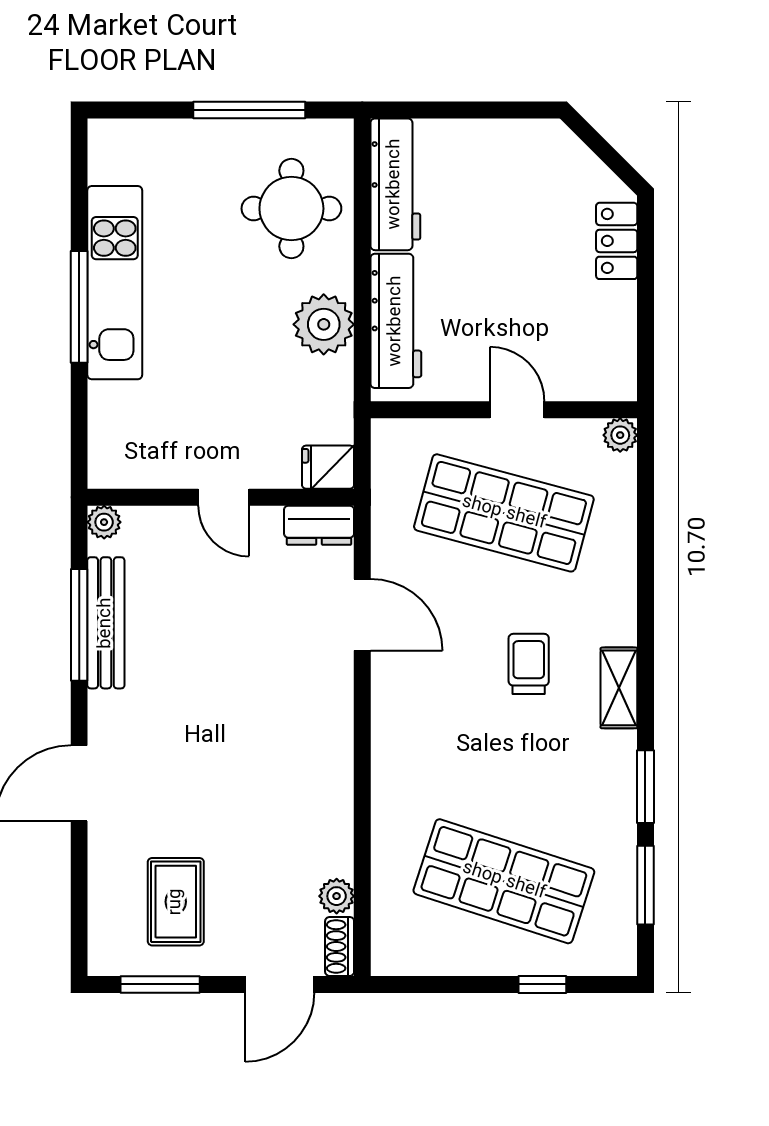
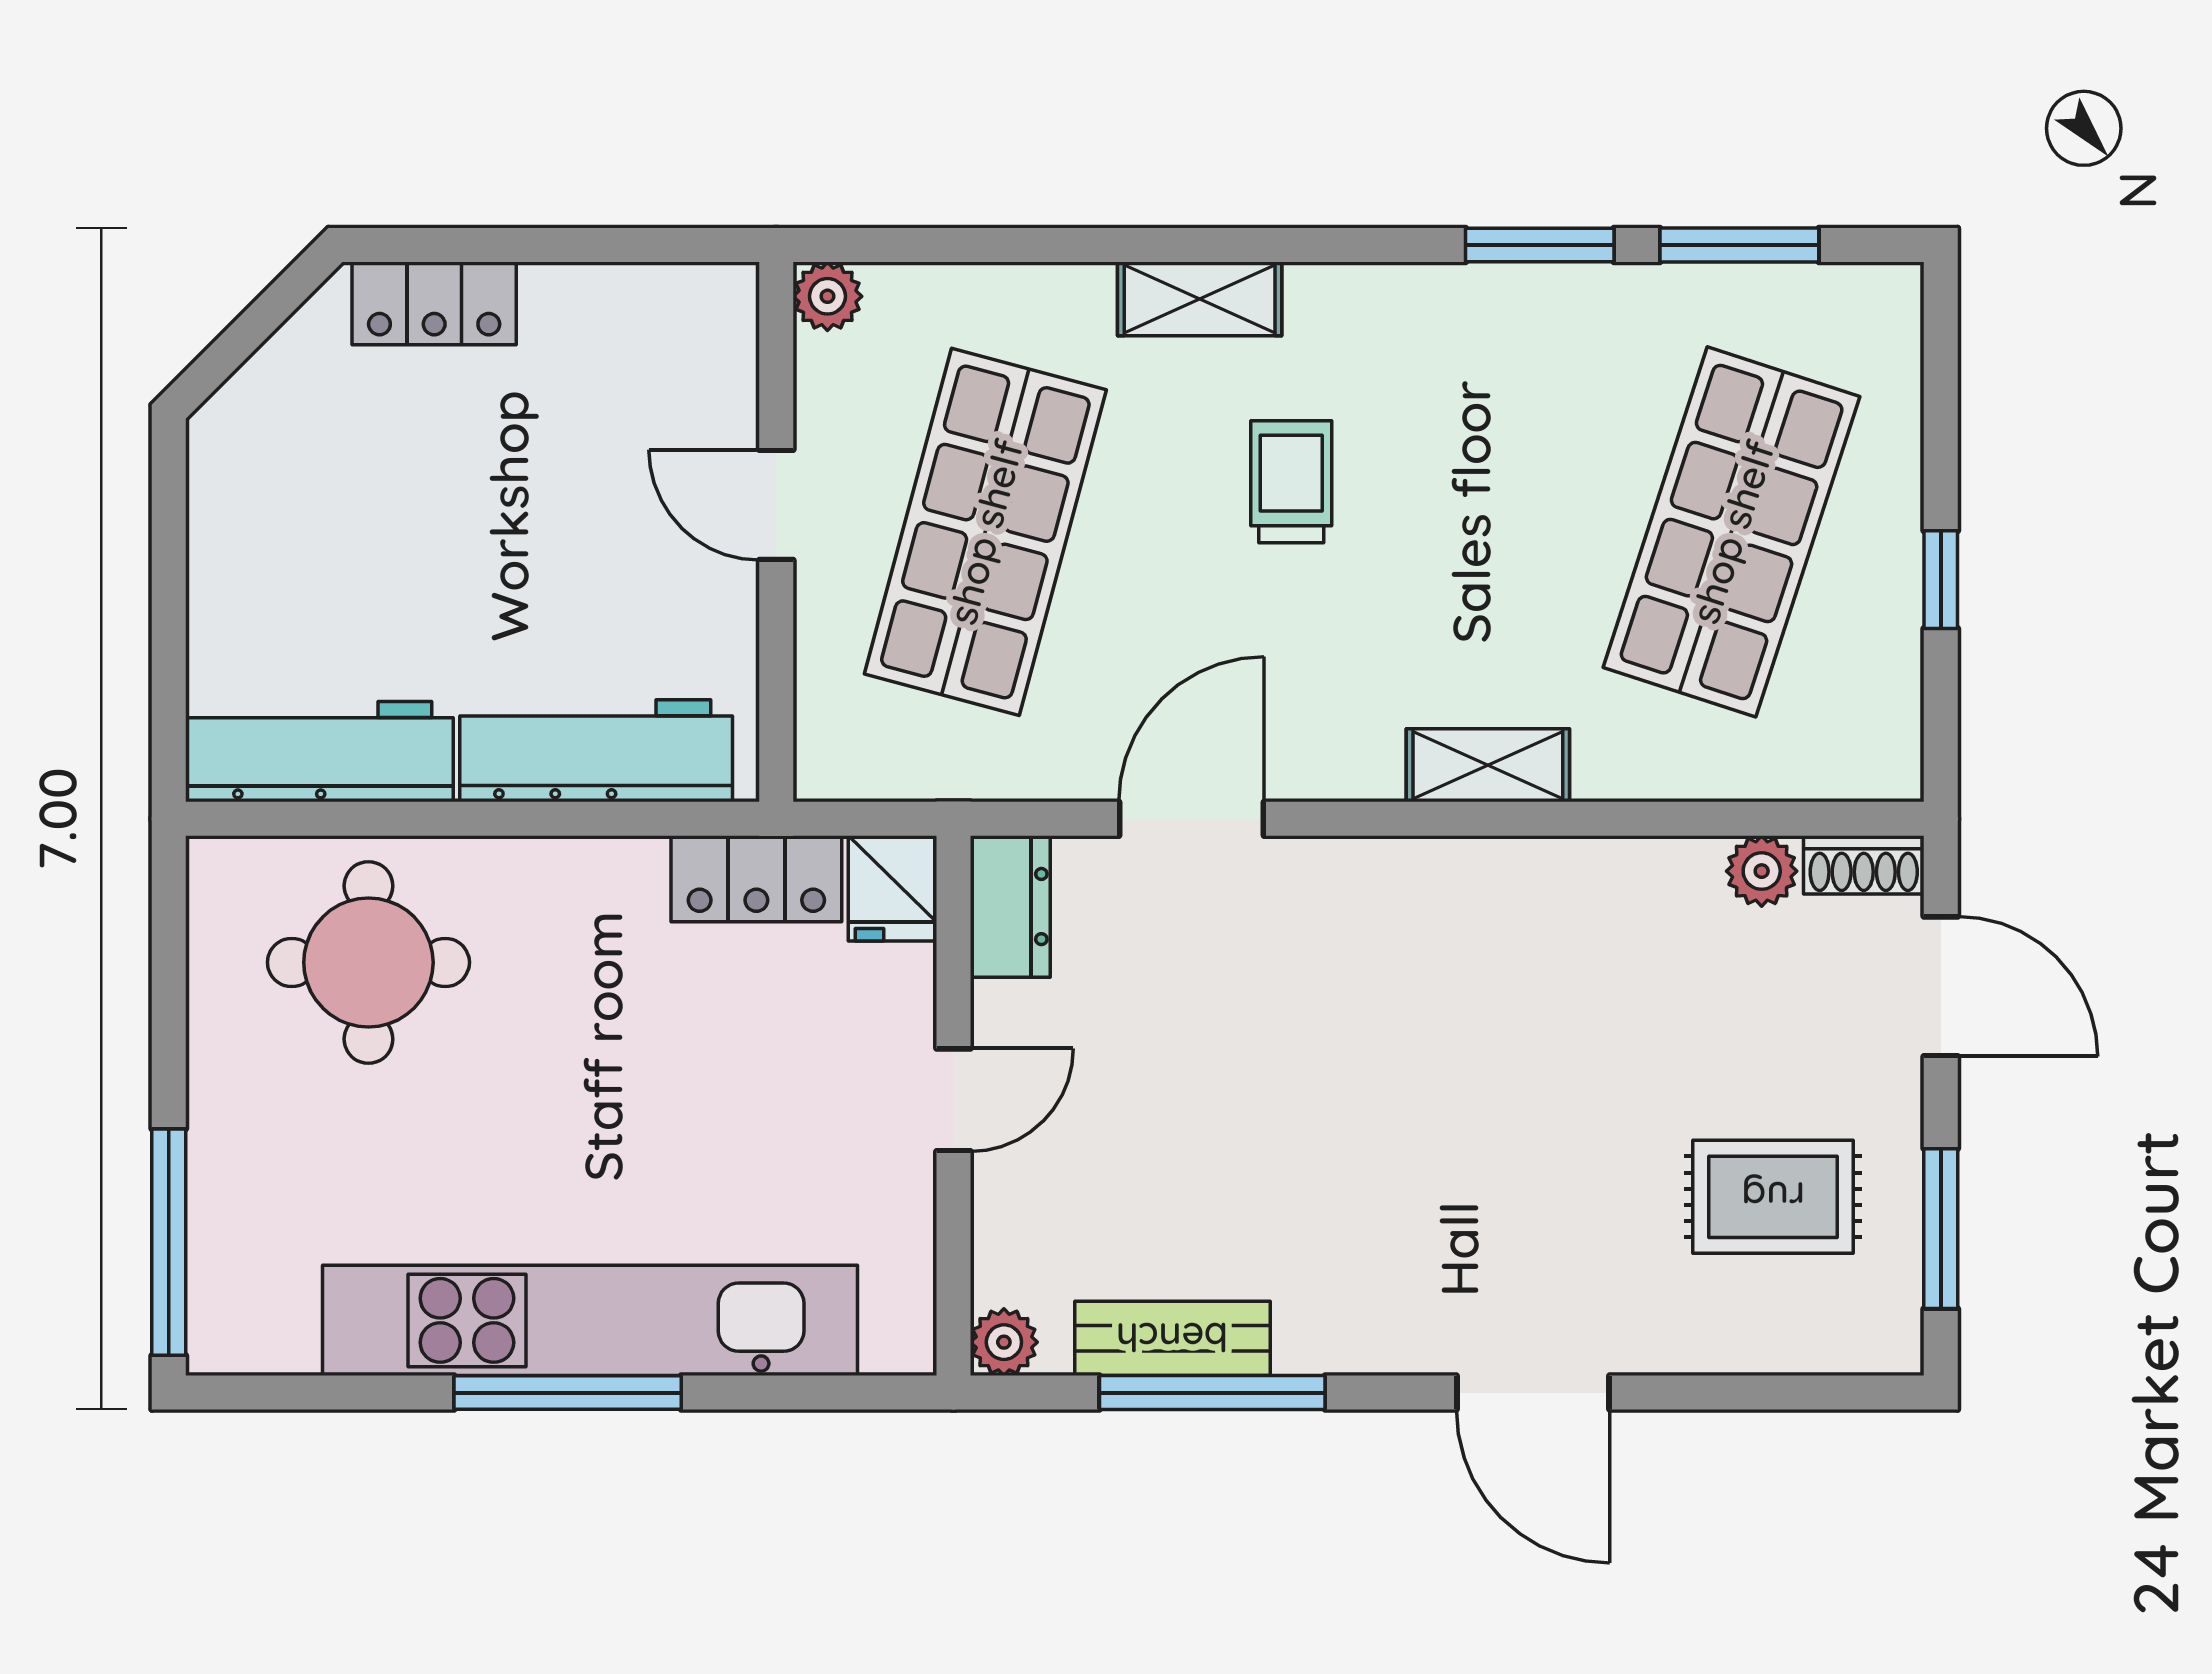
window: (249, 110) -> (169, 1242), moved
kitchen unit: (115, 283) -> (590, 1320), width x1.36
plant: (324, 324) -> (603, 897), removed
locker: (333, 400) -> (756, 879), added
door: (517, 410) -> (776, 505), hinge flipped
bench: (106, 623) -> (1172, 1338), width x0.73
trolley: (529, 664) -> (1291, 482), turned 90
shelving: (619, 688) -> (1200, 299), moved
shelving: (389, 761) -> (1488, 765), added
window: (542, 984) -> (1941, 580), moved

